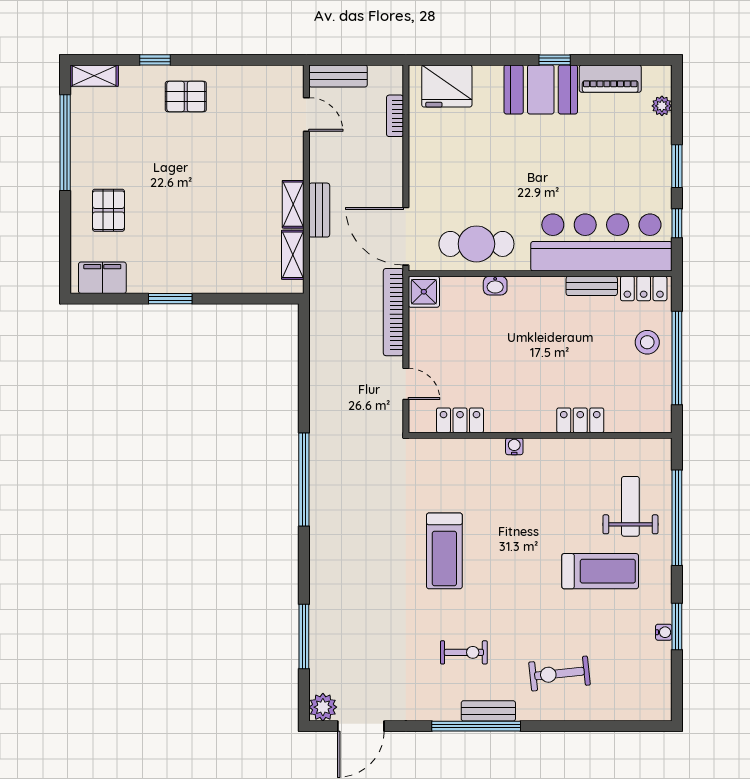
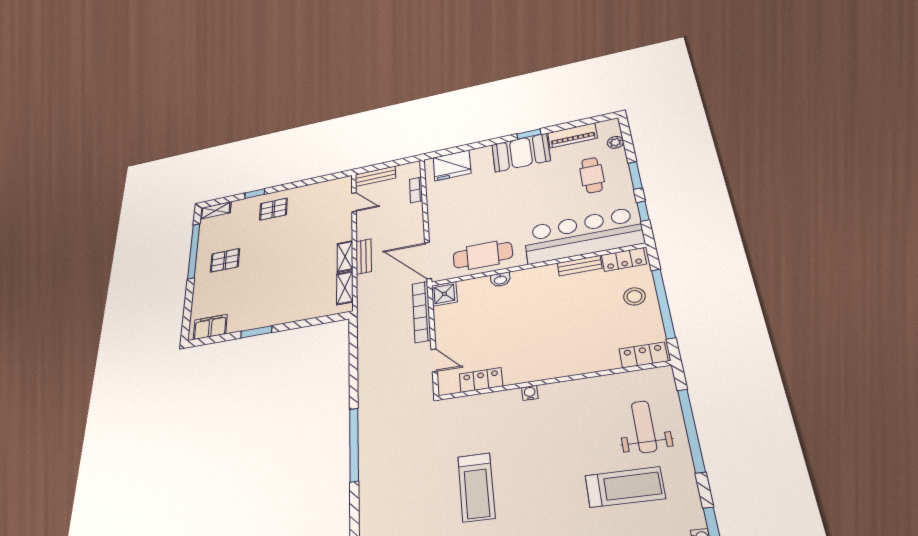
cafe table: (625, 152) -> (592, 175), added
pallet: (109, 210) -> (225, 260), moved, turned 90
locker: (580, 420) -> (643, 355), moved

